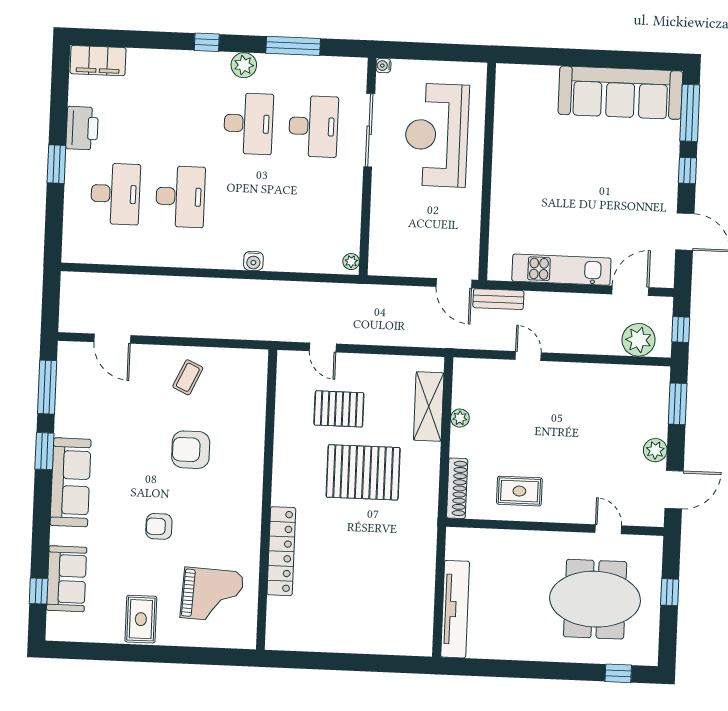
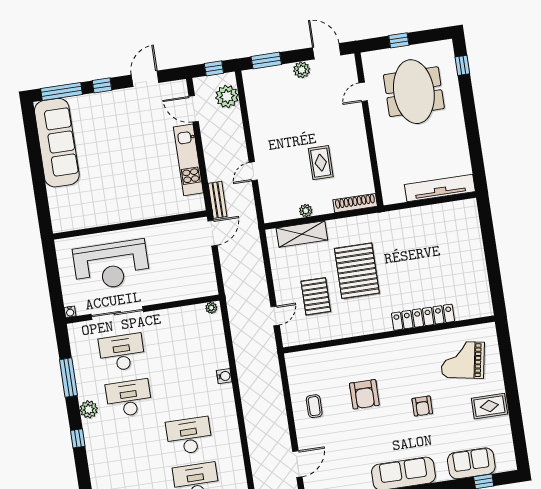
coffee table: (188, 377) -> (314, 406), turned 65
rug: (519, 491) -> (321, 163), moved
grand piano: (212, 595) -> (463, 360), turned -83

